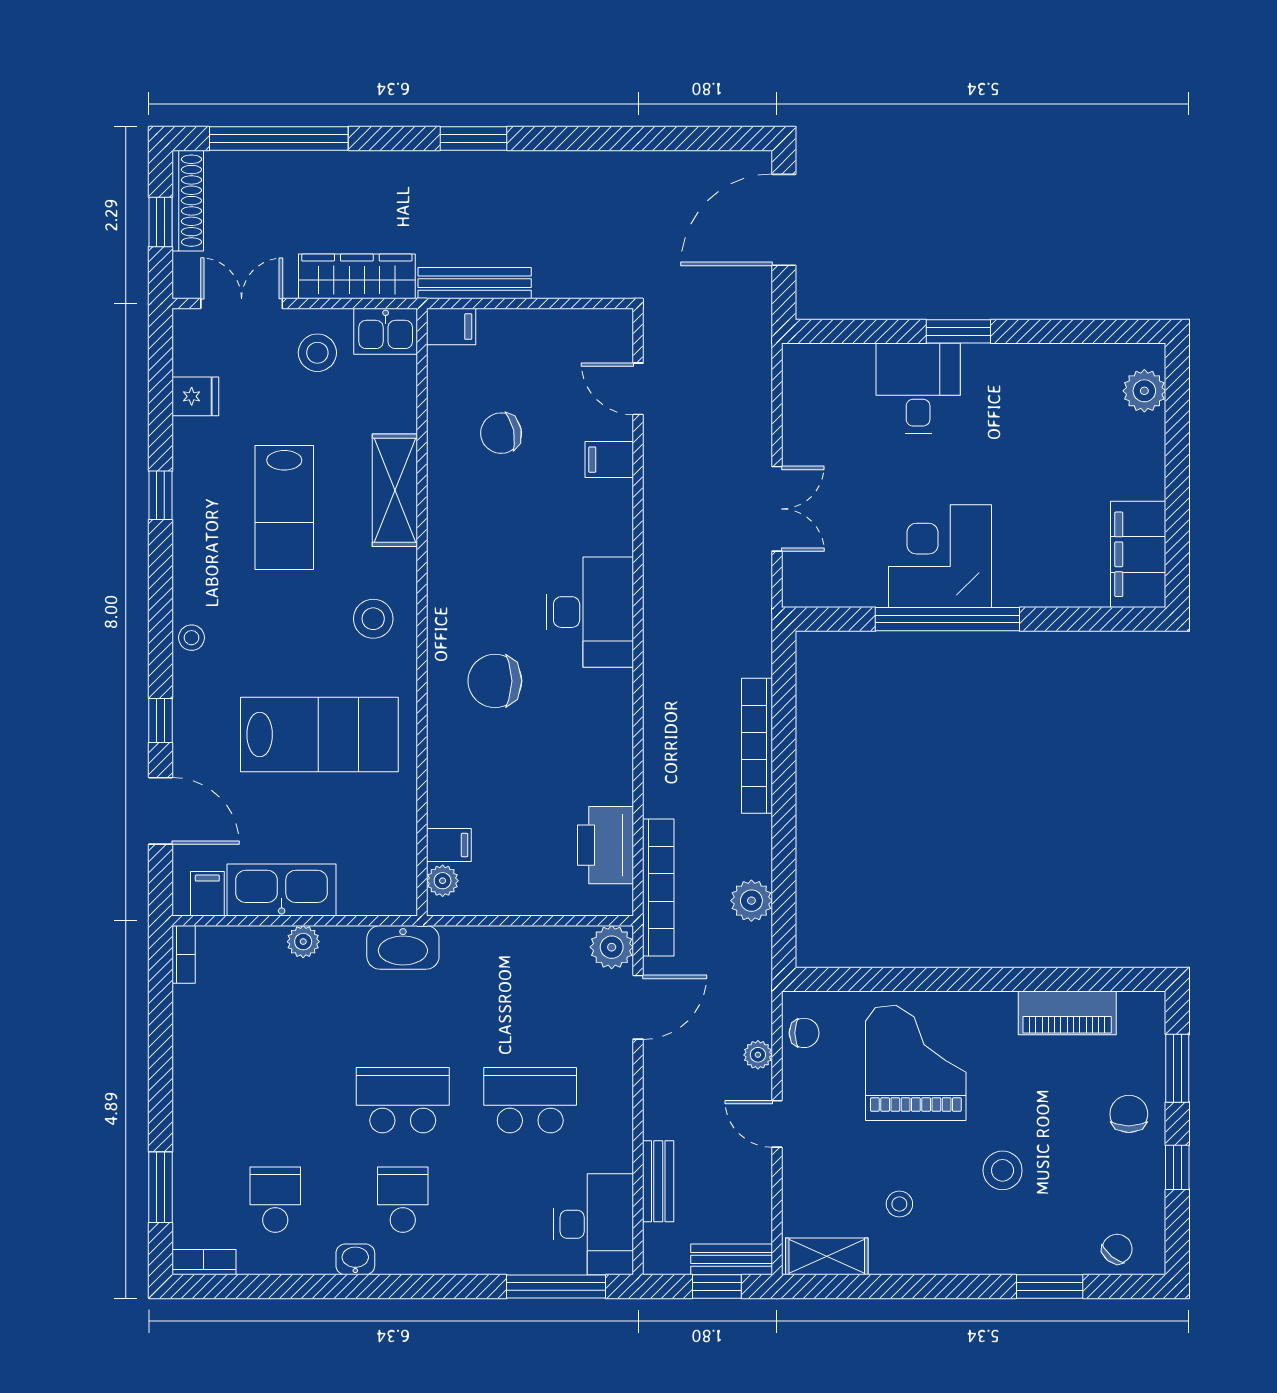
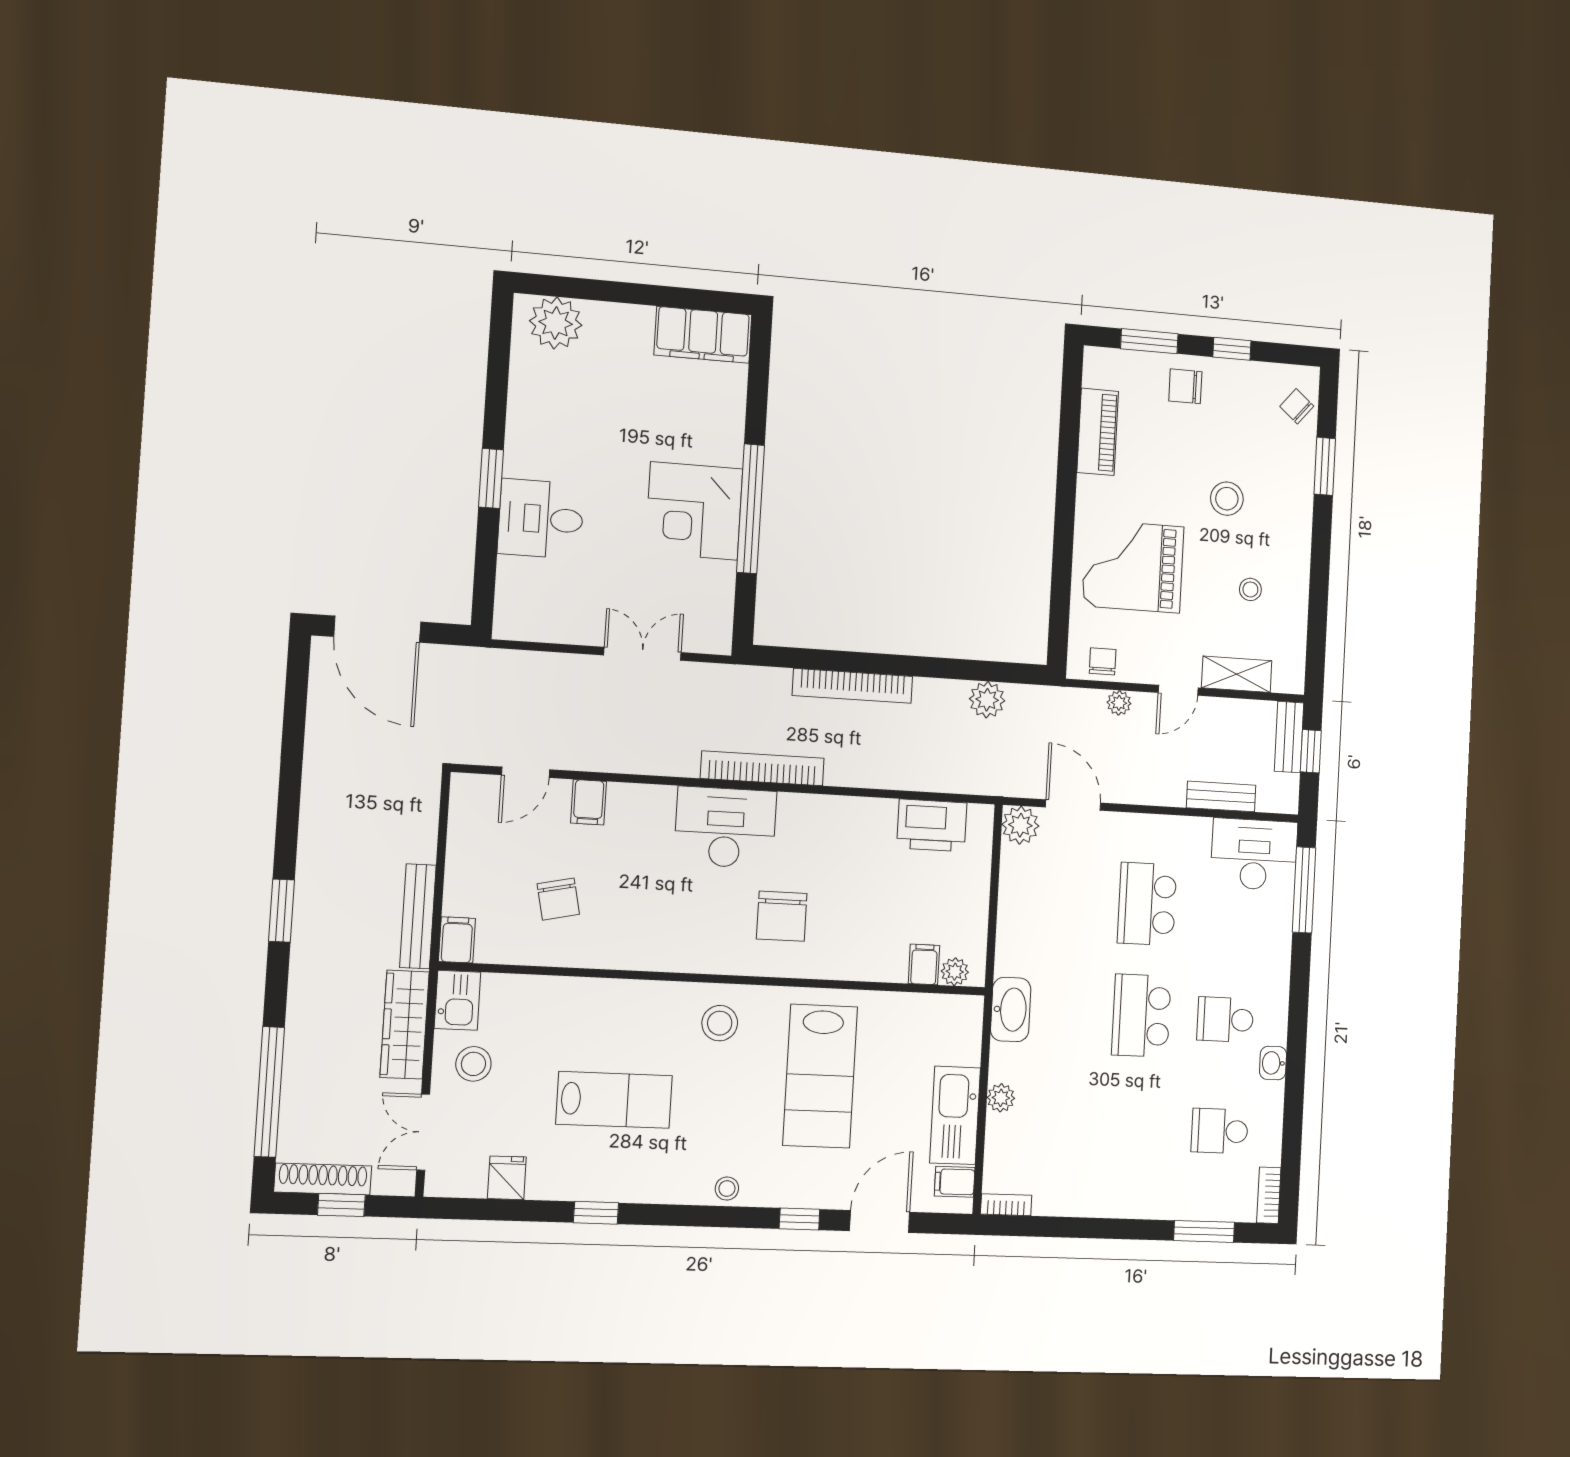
plant: (1144, 391) -> (556, 323), width x1.36, depth x1.36
shelving: (395, 490) -> (604, 998), removed
lab bench: (319, 735) -> (820, 1076), turned 180
bookcase: (658, 888) -> (762, 768), moved
shelving: (827, 1256) -> (1237, 674), moved, turned 90

